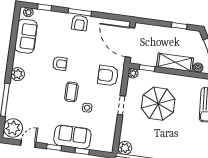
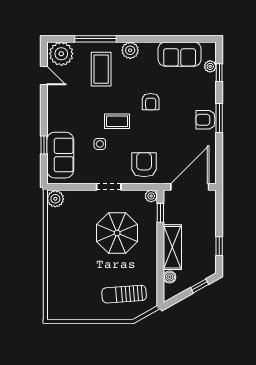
plant: (28, 12) -> (210, 66), moved
coffee table: (29, 99) -> (101, 69), added
sofa: (72, 137) -> (60, 155), moved
window: (54, 147) -> (44, 109), removed

